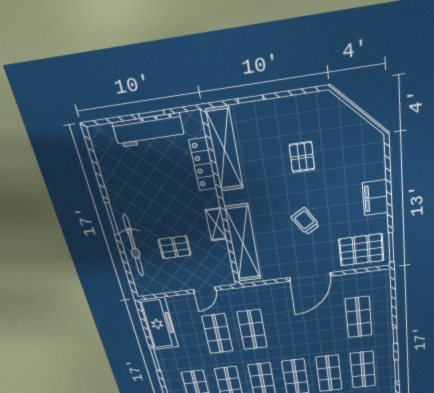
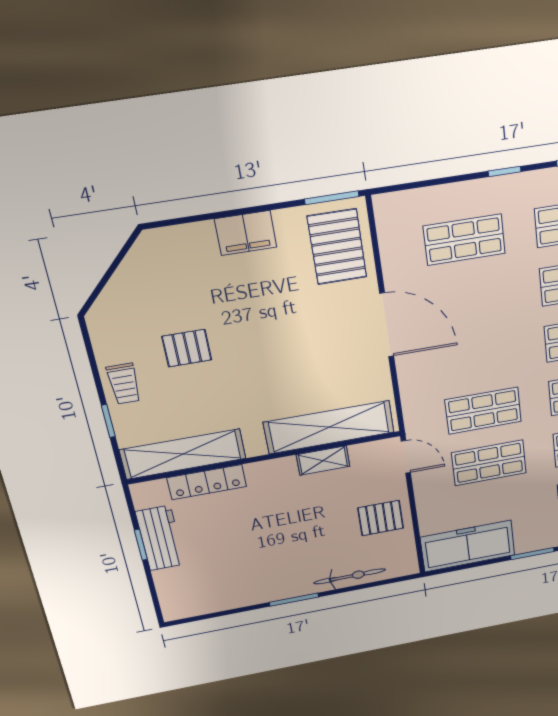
workbench: (149, 130) -> (160, 538), width x0.73
trolley: (305, 221) -> (124, 384), moved, turned -59
shelving: (216, 224) -> (323, 460), moved
bicycle: (133, 246) -> (350, 576), width x0.73, depth x0.71
pallet: (175, 247) -> (381, 518), moved, turned 90
door: (205, 290) -> (406, 457), moved

